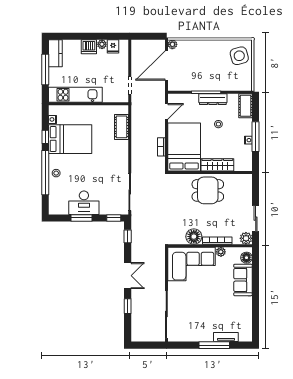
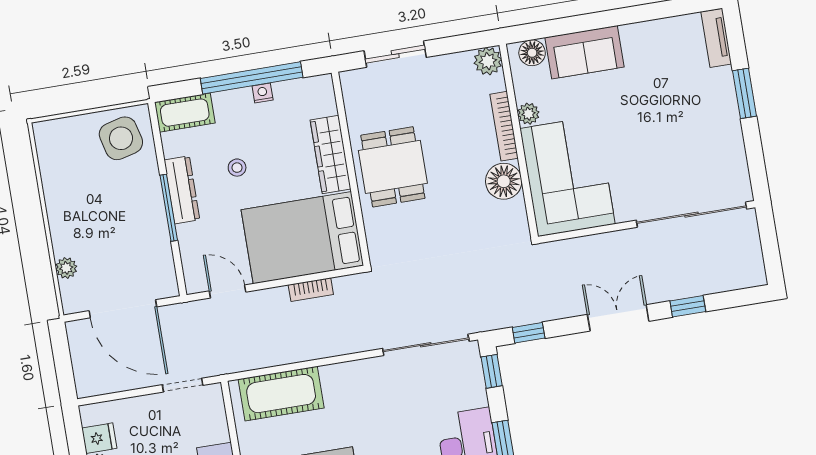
plant: (172, 44) -> (66, 268), moved
side table: (239, 56) -> (121, 138), moved
cot: (122, 127) -> (281, 394), width x1.37, depth x1.34
window: (256, 137) -> (252, 78), width x1.46
sliding door: (256, 219) -> (395, 54), moved
tv unit: (226, 337) -> (716, 38), moved
window: (214, 345) -> (745, 93), width x0.69

